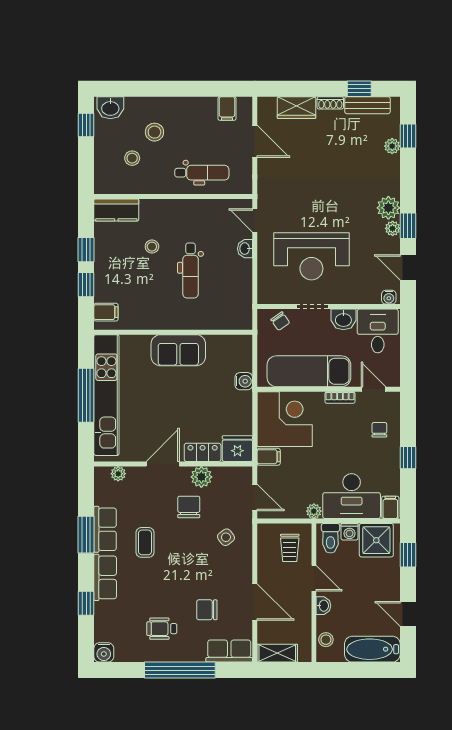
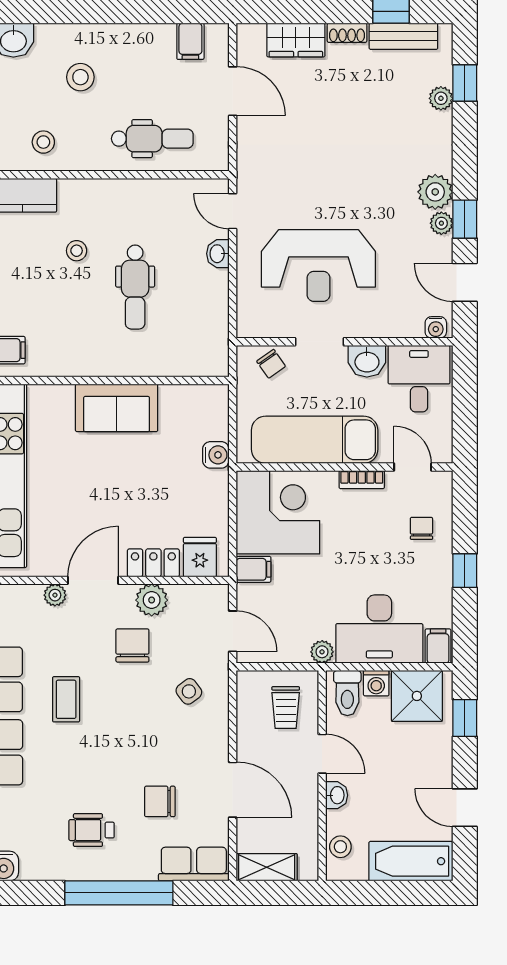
stool: (132, 158) -> (43, 142), moved
fridge: (237, 449) -> (200, 557), width x0.72
plant: (118, 474) -> (55, 595), moved

